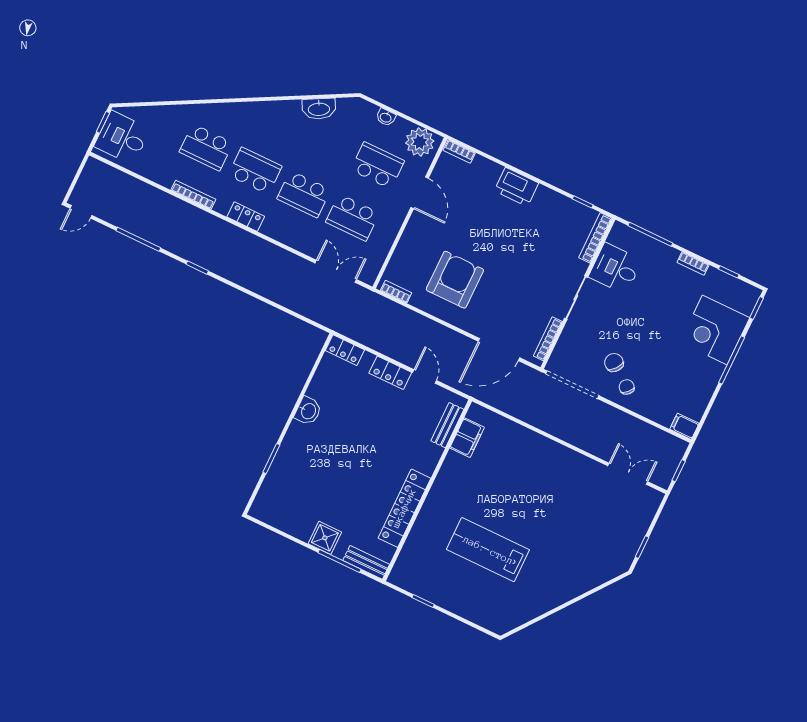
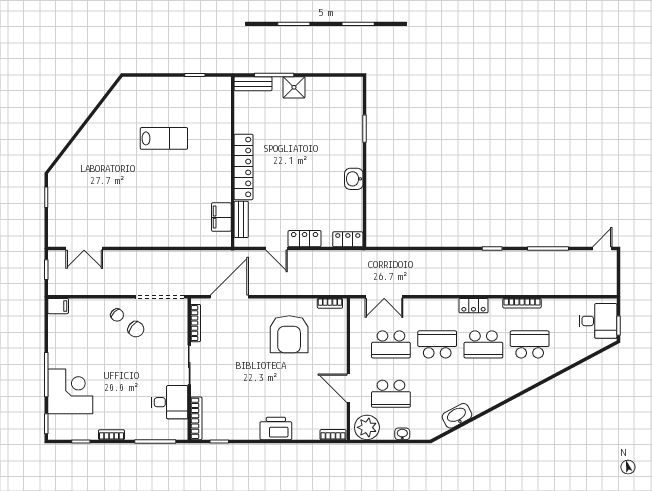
school desk: (353, 217) -> (391, 344), turned 180
locker: (404, 508) -> (244, 167), moved
lab bench: (488, 550) -> (164, 138), width x0.73, depth x0.72

